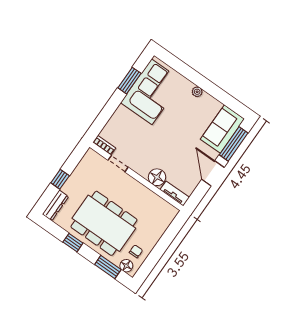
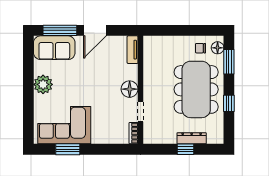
plant: (197, 92) -> (43, 84), width x1.88, depth x1.88
floor lamp: (157, 177) -> (130, 89), moved
dresser: (55, 205) -> (192, 138), moved

